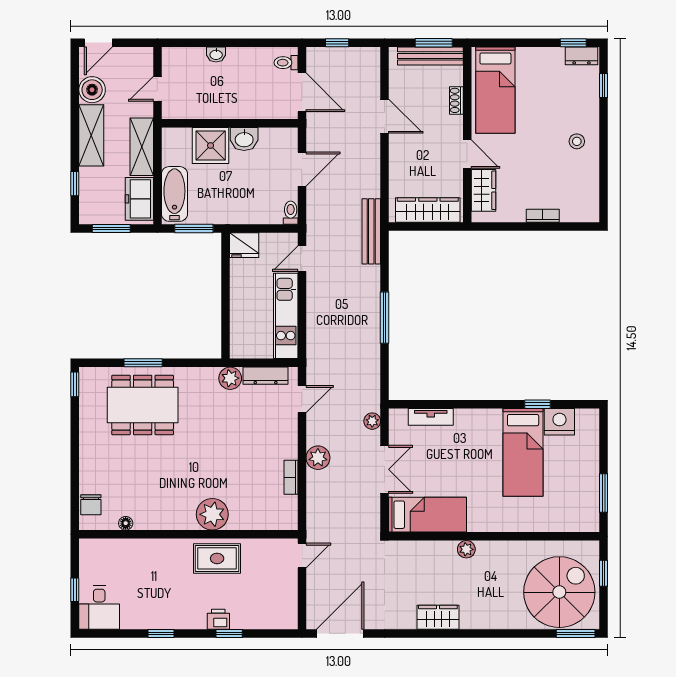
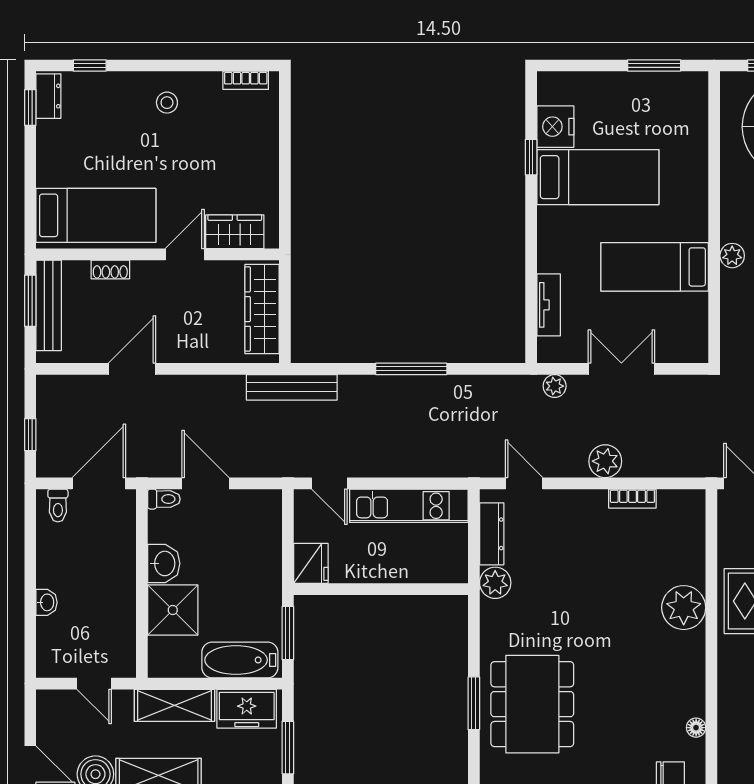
toilet: (291, 213) -> (164, 499), moved, turned 180
bookcase: (543, 216) -> (246, 80), moved, turned -90
bed: (428, 515) -> (655, 267), moved, turned -90

